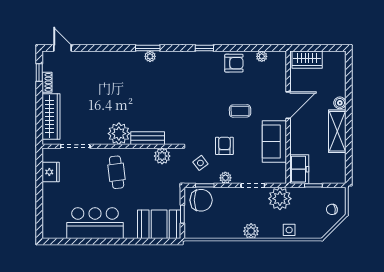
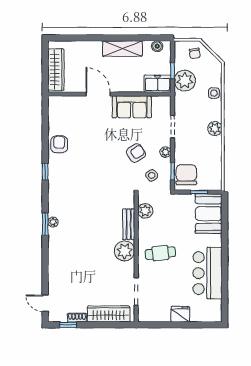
door: (63, 48) -> (45, 303), hinge flipped
plant: (262, 56) -> (53, 119), removed
wardrobe: (307, 60) -> (56, 70), width x1.50
boiler: (340, 103) -> (157, 46), moved
coffee table: (240, 111) -> (104, 139), removed
armchair: (224, 146) -> (136, 153), turned 146
fridge: (51, 172) -> (180, 314), moved
plant: (280, 199) -> (185, 81), moved

